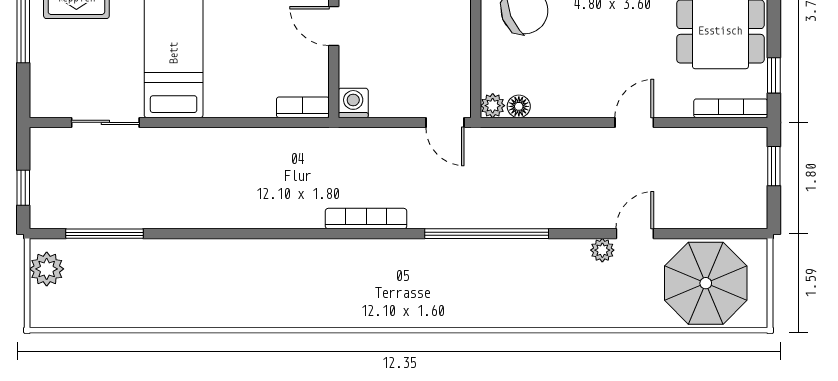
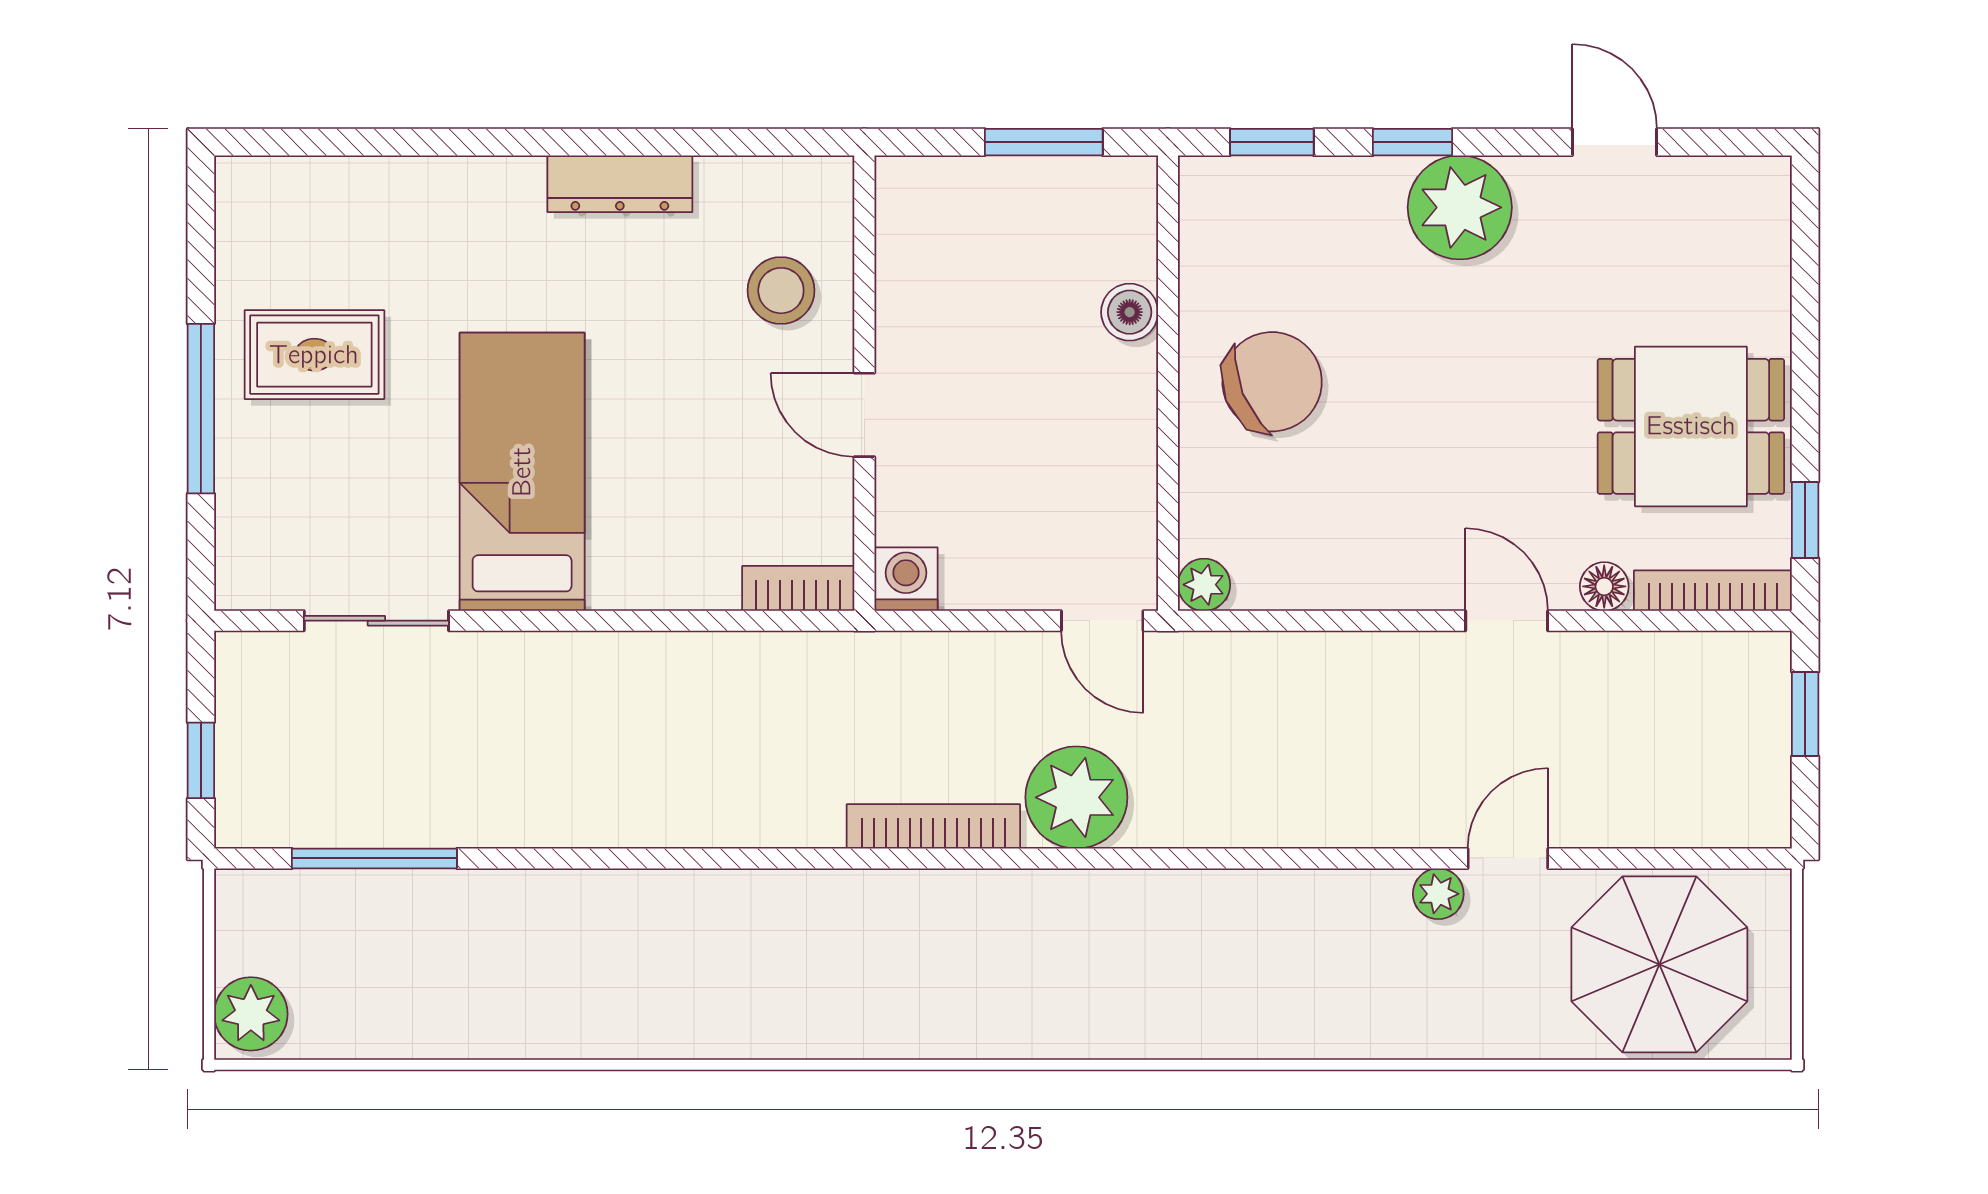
floor lamp: (519, 106) -> (1604, 586), moved
door: (634, 122) -> (1507, 621), hinge flipped
plant: (433, 205) -> (1076, 797), added
window: (487, 234) -> (1191, 858), removed
plant: (47, 269) -> (251, 1014), moved

